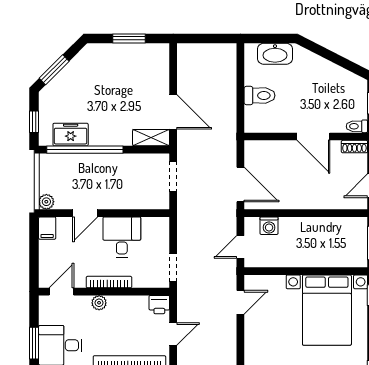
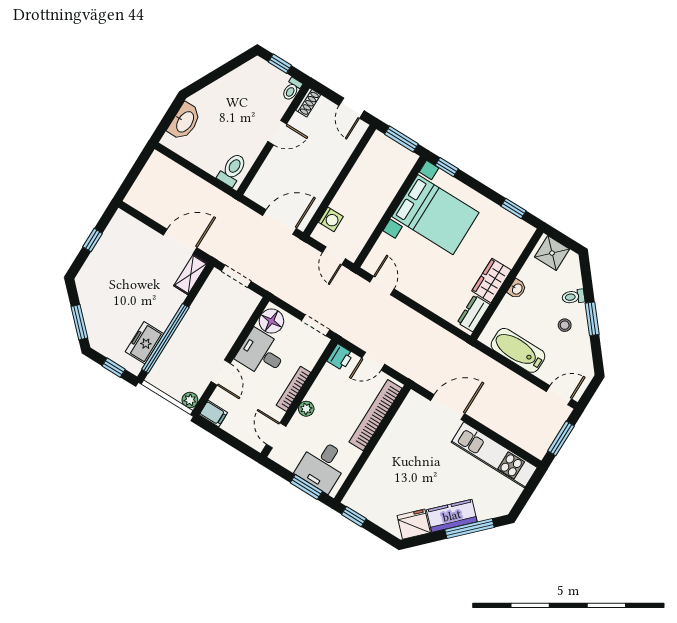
window: (129, 38) -> (93, 240), width x0.67
toilet: (260, 95) -> (232, 170), moved
door: (313, 137) -> (277, 133), width x0.73
floor lamp: (154, 229) -> (271, 321), added
door: (173, 334) -> (373, 361), swing flipped

